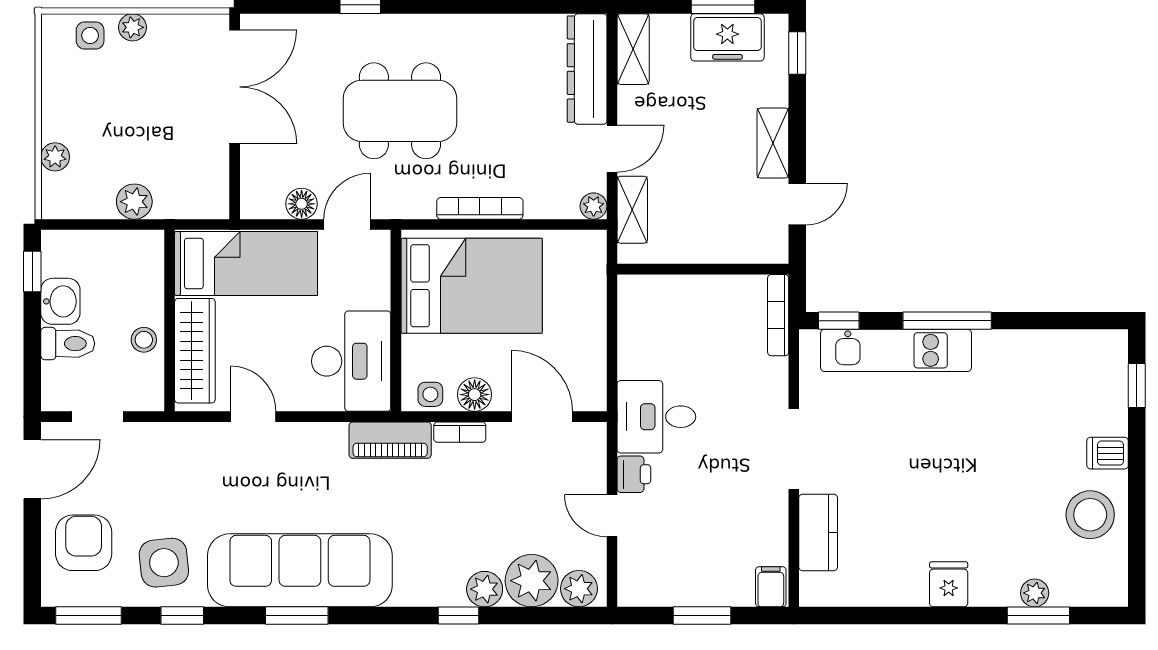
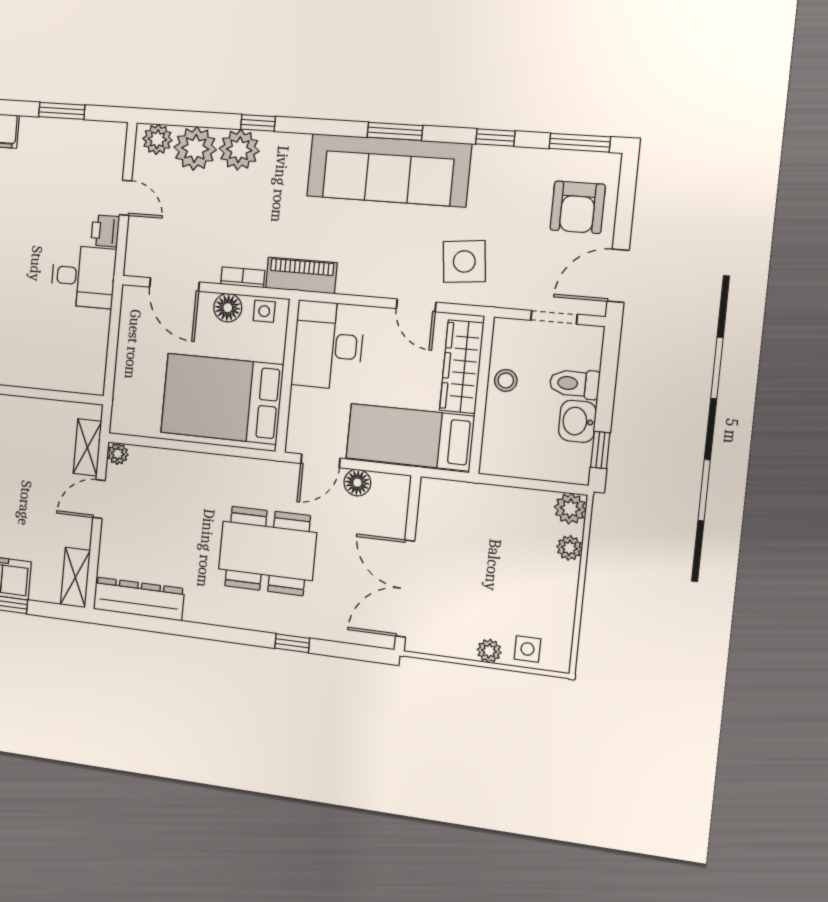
dresser: (587, 69) -> (139, 599), moved, turned -90
plant: (134, 202) -> (570, 509), moved
bookcase: (480, 208) -> (209, 462), removed
side table: (164, 563) -> (464, 261), moved
plant: (485, 589) -> (239, 150), width x1.36, depth x1.36

